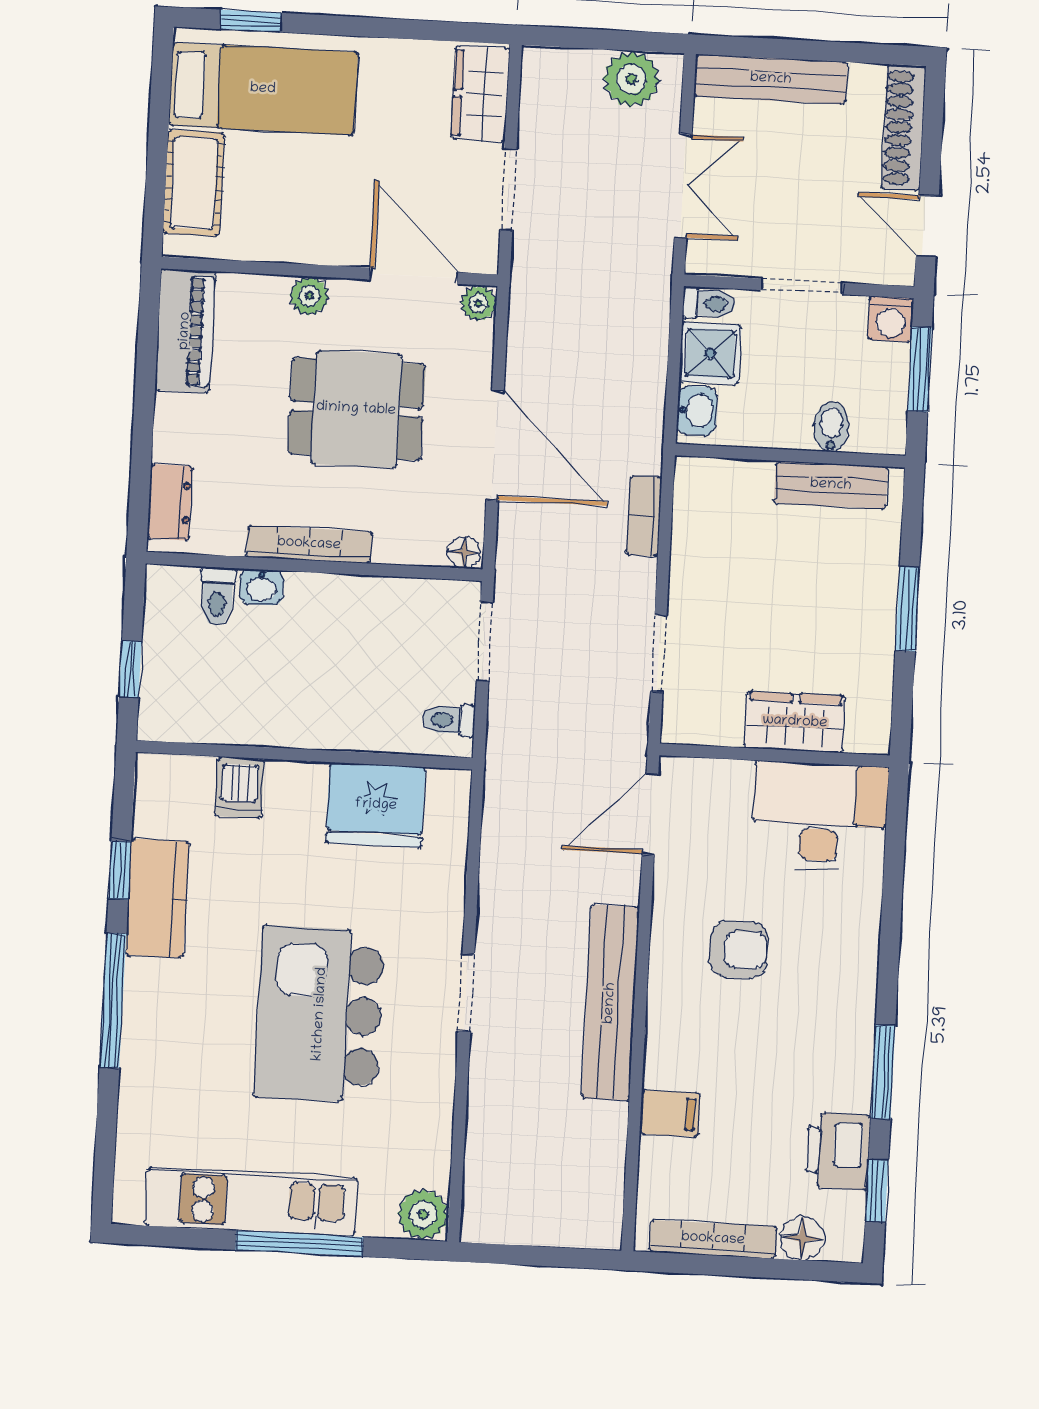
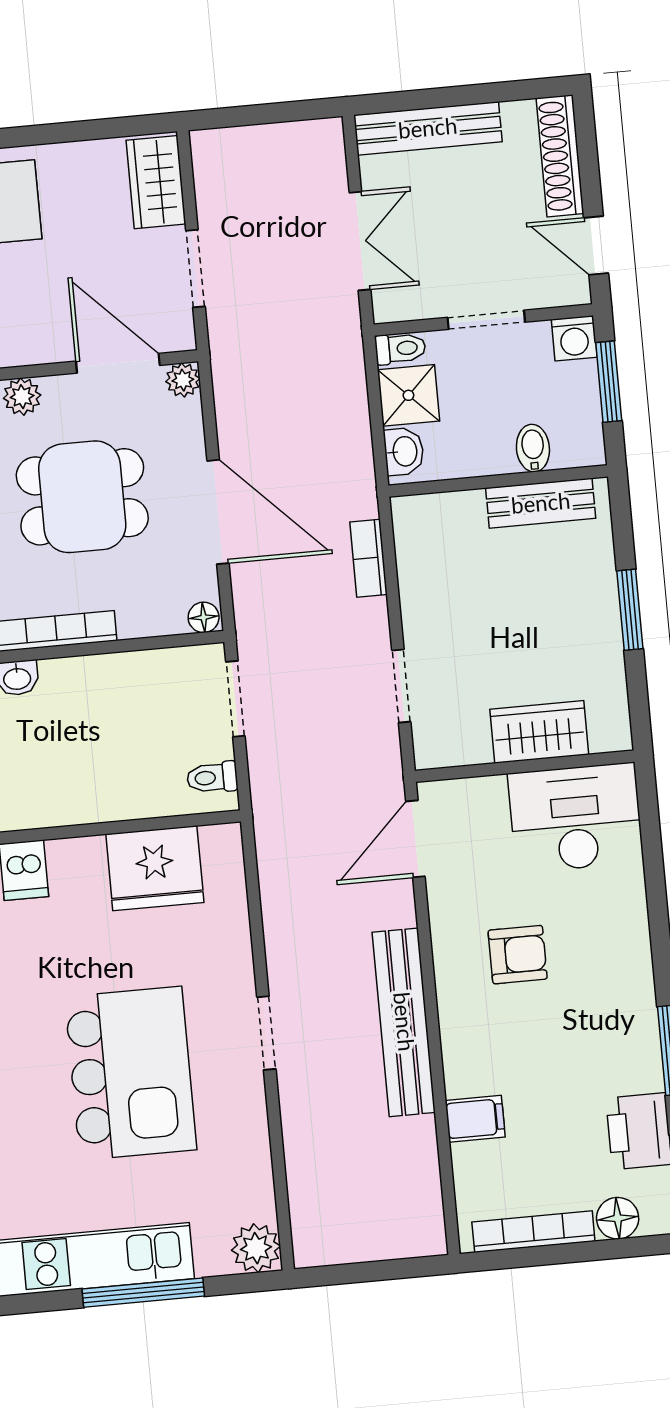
plant: (631, 79) -> (296, 147), removed
kitchen island: (320, 1014) -> (131, 1073), turned 180

